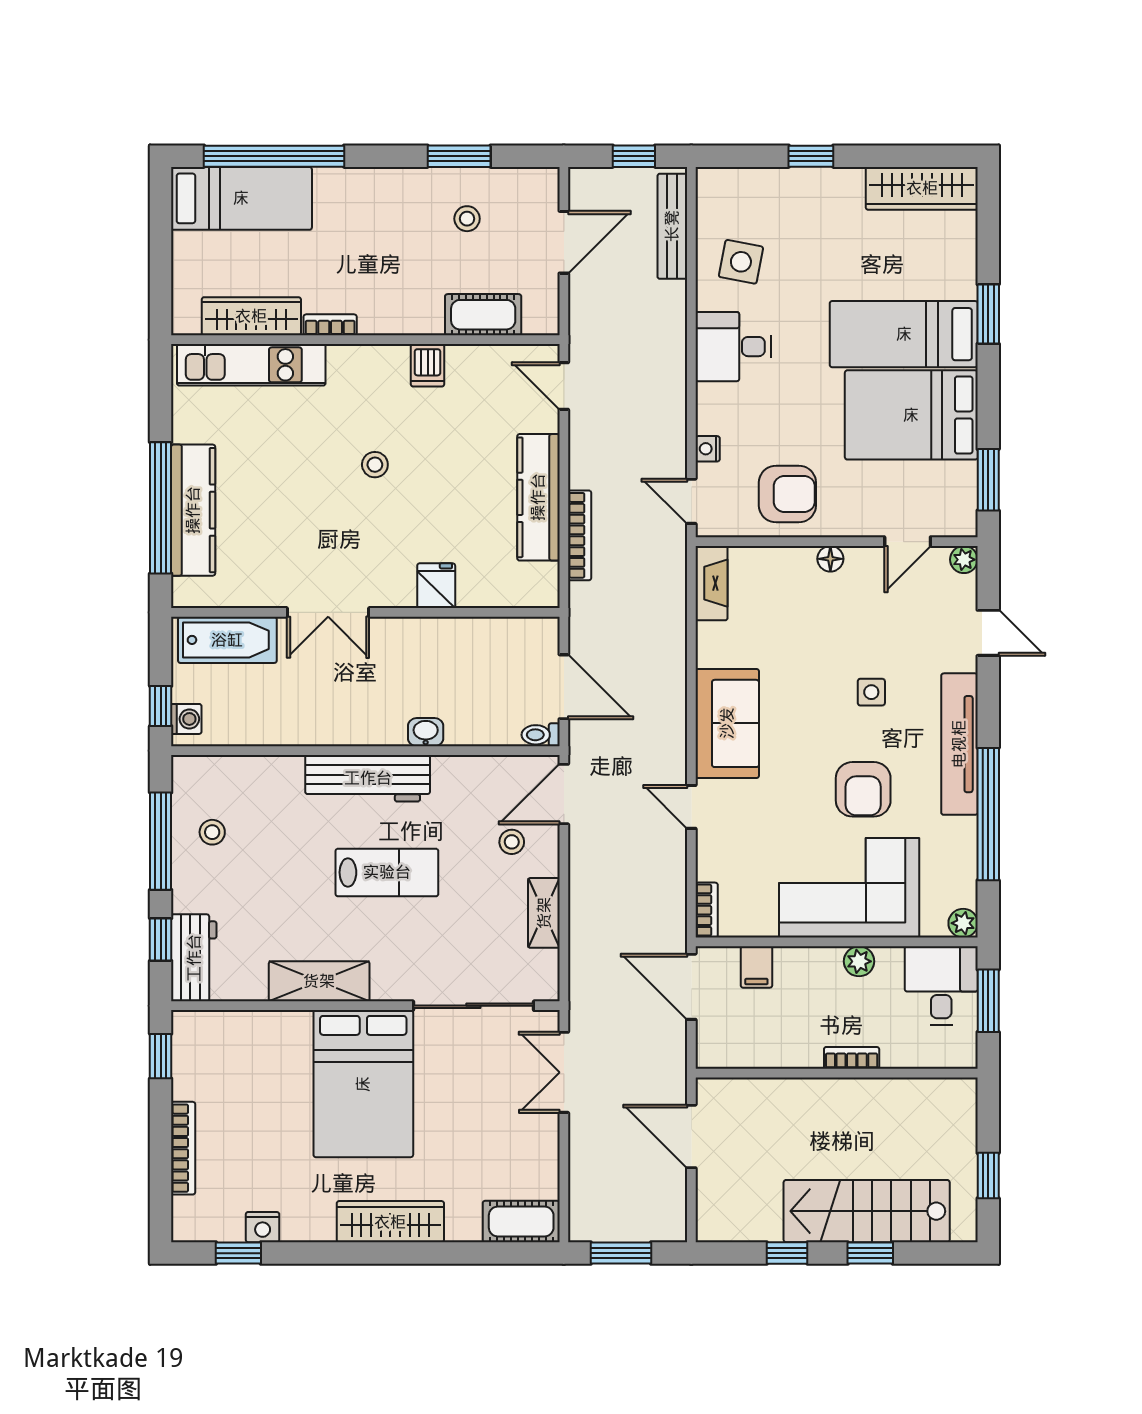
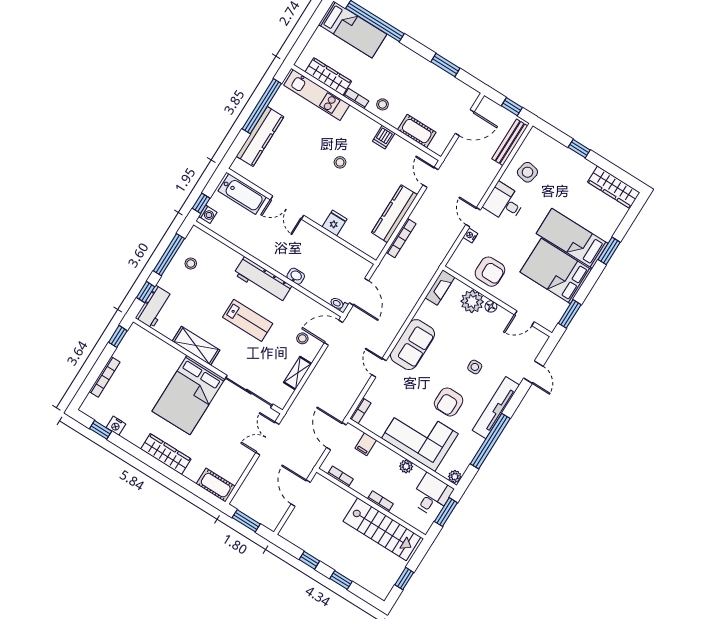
stool: (467, 219) -> (382, 104), moved
door: (691, 501) -> (473, 217), moved
window: (161, 508) -> (262, 106), moved
plant: (964, 560) -> (472, 301), moved, width x1.88, depth x1.88
bookcase: (747, 1058) -> (340, 476), added
stairs: (867, 1211) -> (382, 529), moved, turned 180

